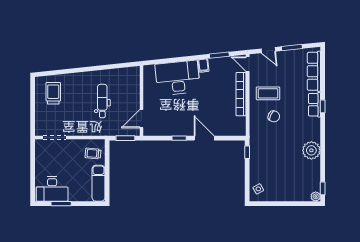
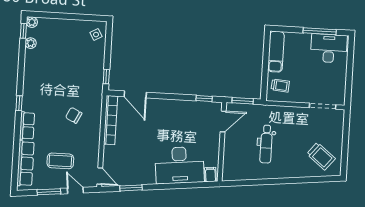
filing cabinet: (203, 66) -> (210, 175), moved
trolley: (53, 93) -> (321, 156), turned -51
coffee table: (268, 93) -> (60, 161), moved
bookcase: (241, 94) -> (111, 120), moved
window: (323, 106) -> (19, 103), moved
window: (179, 138) -> (204, 99), moved
door: (204, 138) -> (135, 94), moved
plant: (311, 150) -> (31, 43), moved, width x0.53, depth x0.53
window: (61, 204) -> (320, 31), width x1.44

